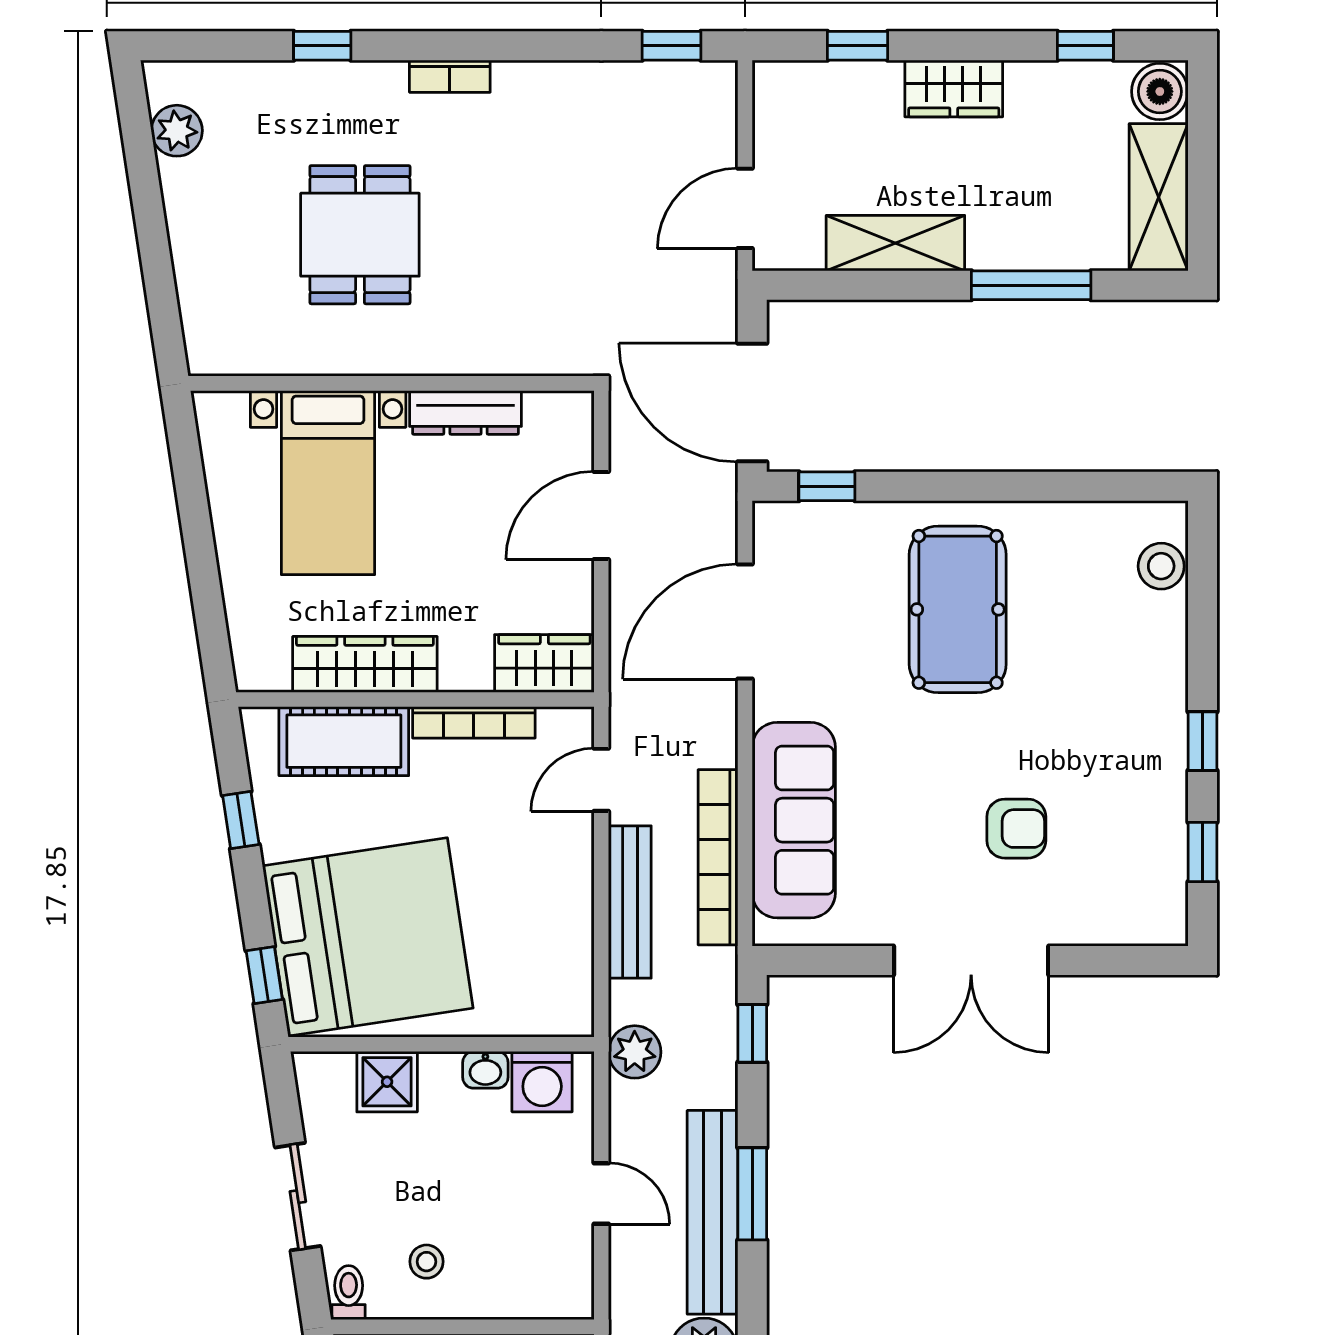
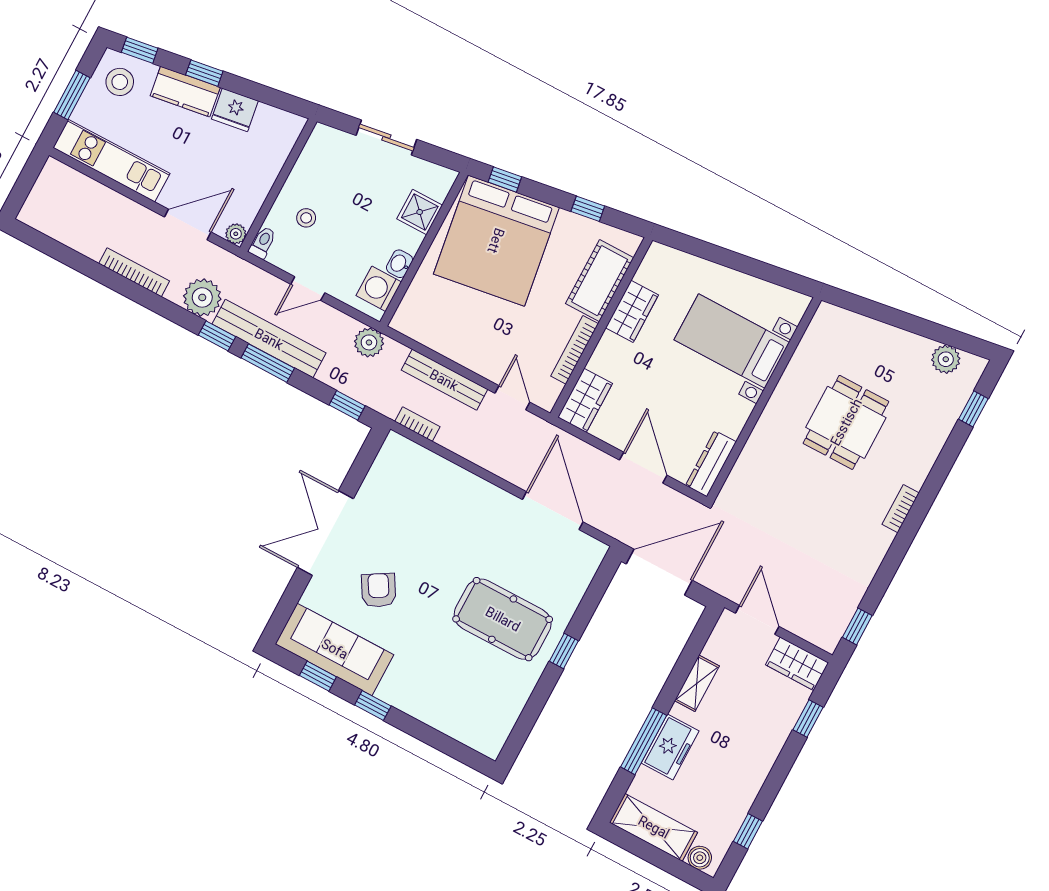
window: (322, 46) -> (973, 409), moved
wardrobe: (954, 88) -> (797, 664), moved, turned -90
boiler: (1160, 91) -> (700, 858), width x0.73, depth x0.73
dining table: (360, 235) -> (846, 422), turned 90
freezer: (1018, 239) -> (670, 747), added
shelving: (895, 243) -> (697, 683), width x0.67, depth x0.75
dresser: (465, 412) -> (711, 464), moved
window: (827, 486) -> (564, 651), moved
stool: (1161, 566) -> (470, 731), removed
wardrobe: (365, 664) -> (632, 311), width x0.67
sofa: (794, 820) -> (335, 649), moved, turned 180
armchair: (1016, 829) -> (379, 590), turned 149
bookcase: (718, 857) -> (417, 424), width x0.43, depth x0.76
stool: (426, 1262) -> (306, 218), moved
toilet: (349, 1293) -> (263, 243), moved, turned -90
window: (752, 1296) -> (217, 336), added

